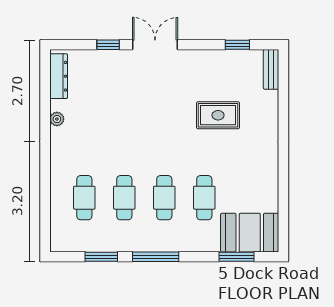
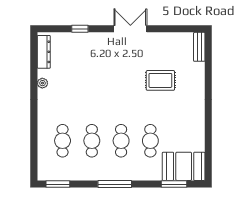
double door: (155, 45) -> (130, 29), moved
window: (237, 45) -> (175, 29), removed
window: (101, 257) -> (58, 184), moved

